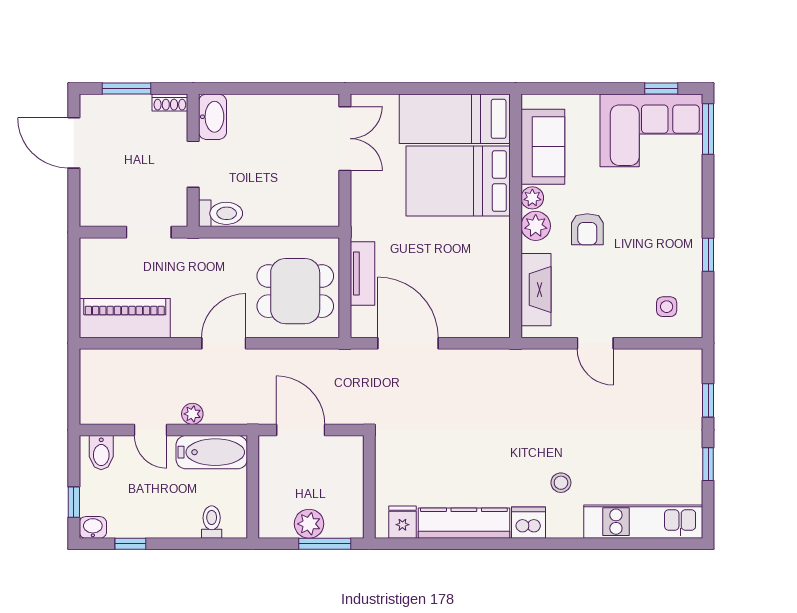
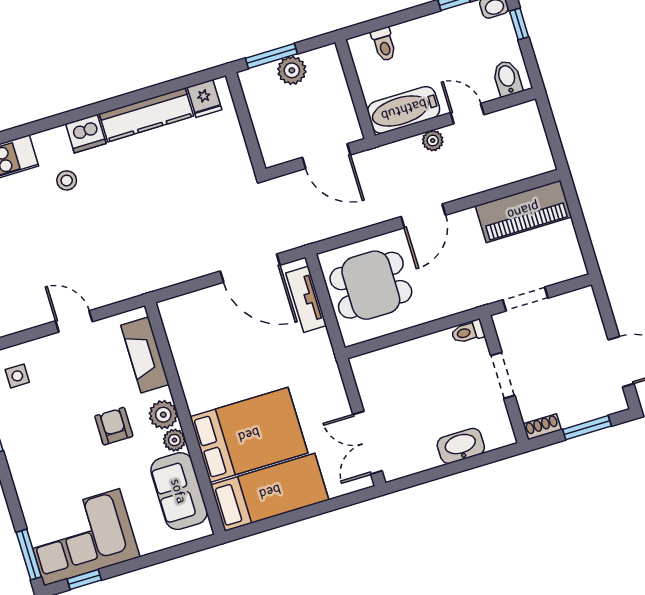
washbasin: (213, 117) -> (461, 446), moved, turned 90
toilet: (221, 213) -> (468, 332), width x0.73, depth x0.72
tv unit: (362, 273) -> (306, 299), moved

